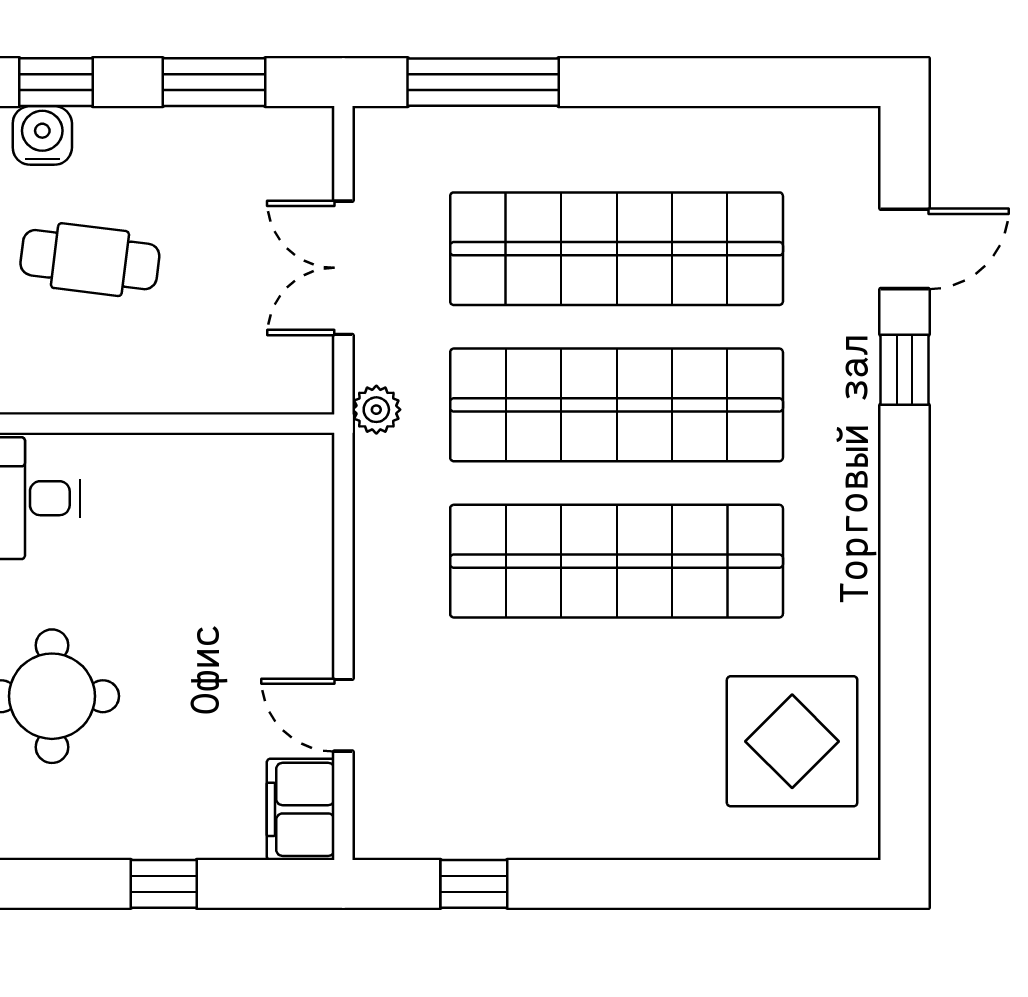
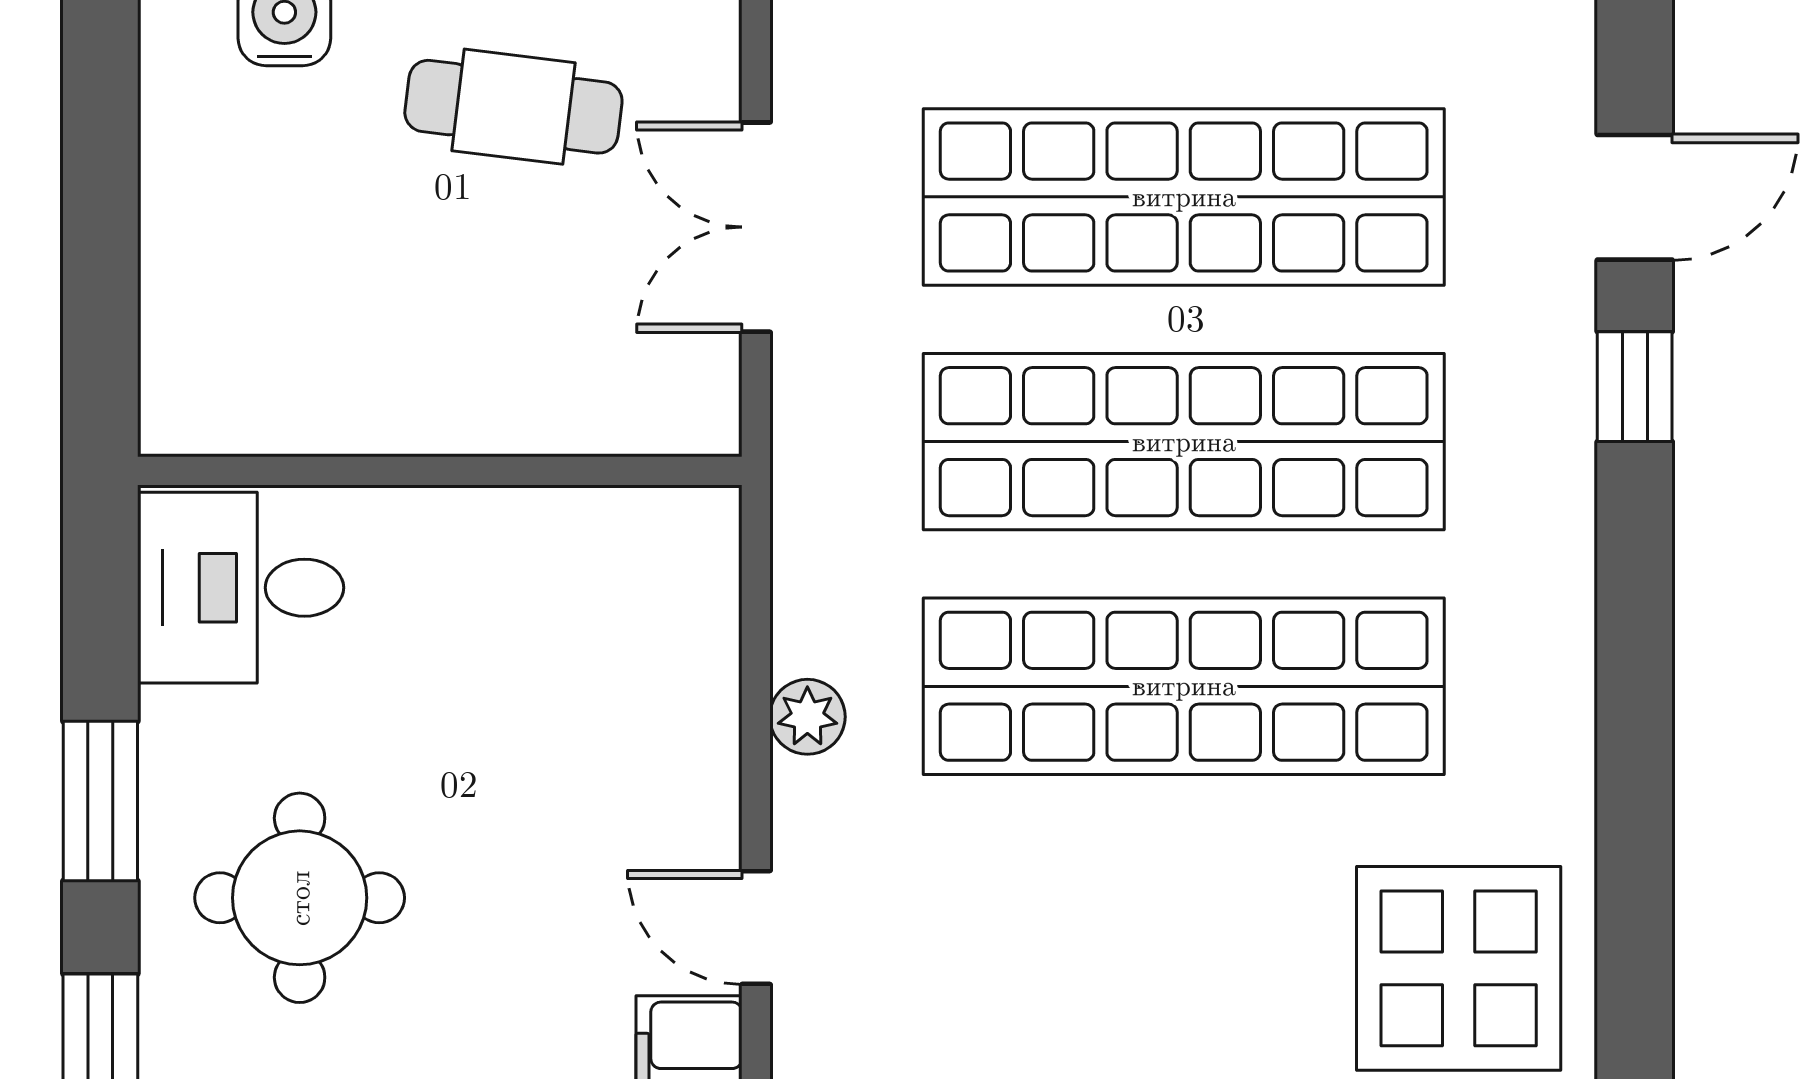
cafe table: (90, 260) -> (513, 107), moved
plant: (376, 410) -> (807, 717), moved

